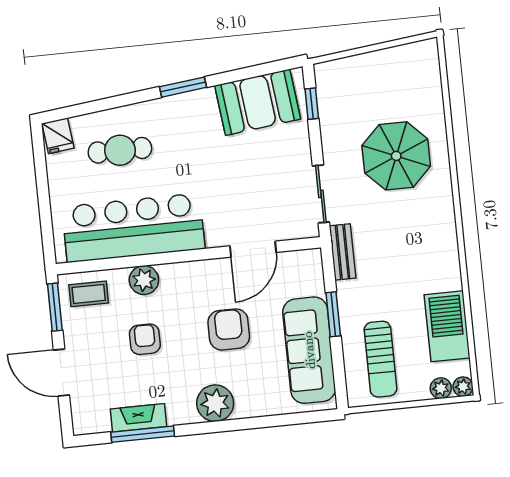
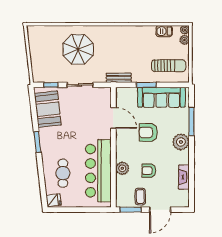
sliding door: (321, 194) -> (80, 85), moved
coffee table: (89, 294) -> (140, 197), moved
barbecue: (447, 326) -> (164, 31), width x0.53, depth x0.65
window: (143, 434) -> (192, 121), moved

